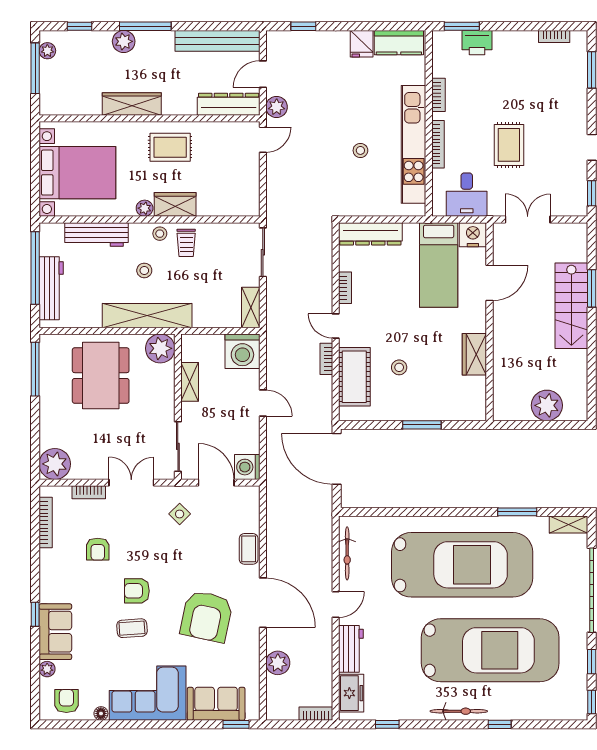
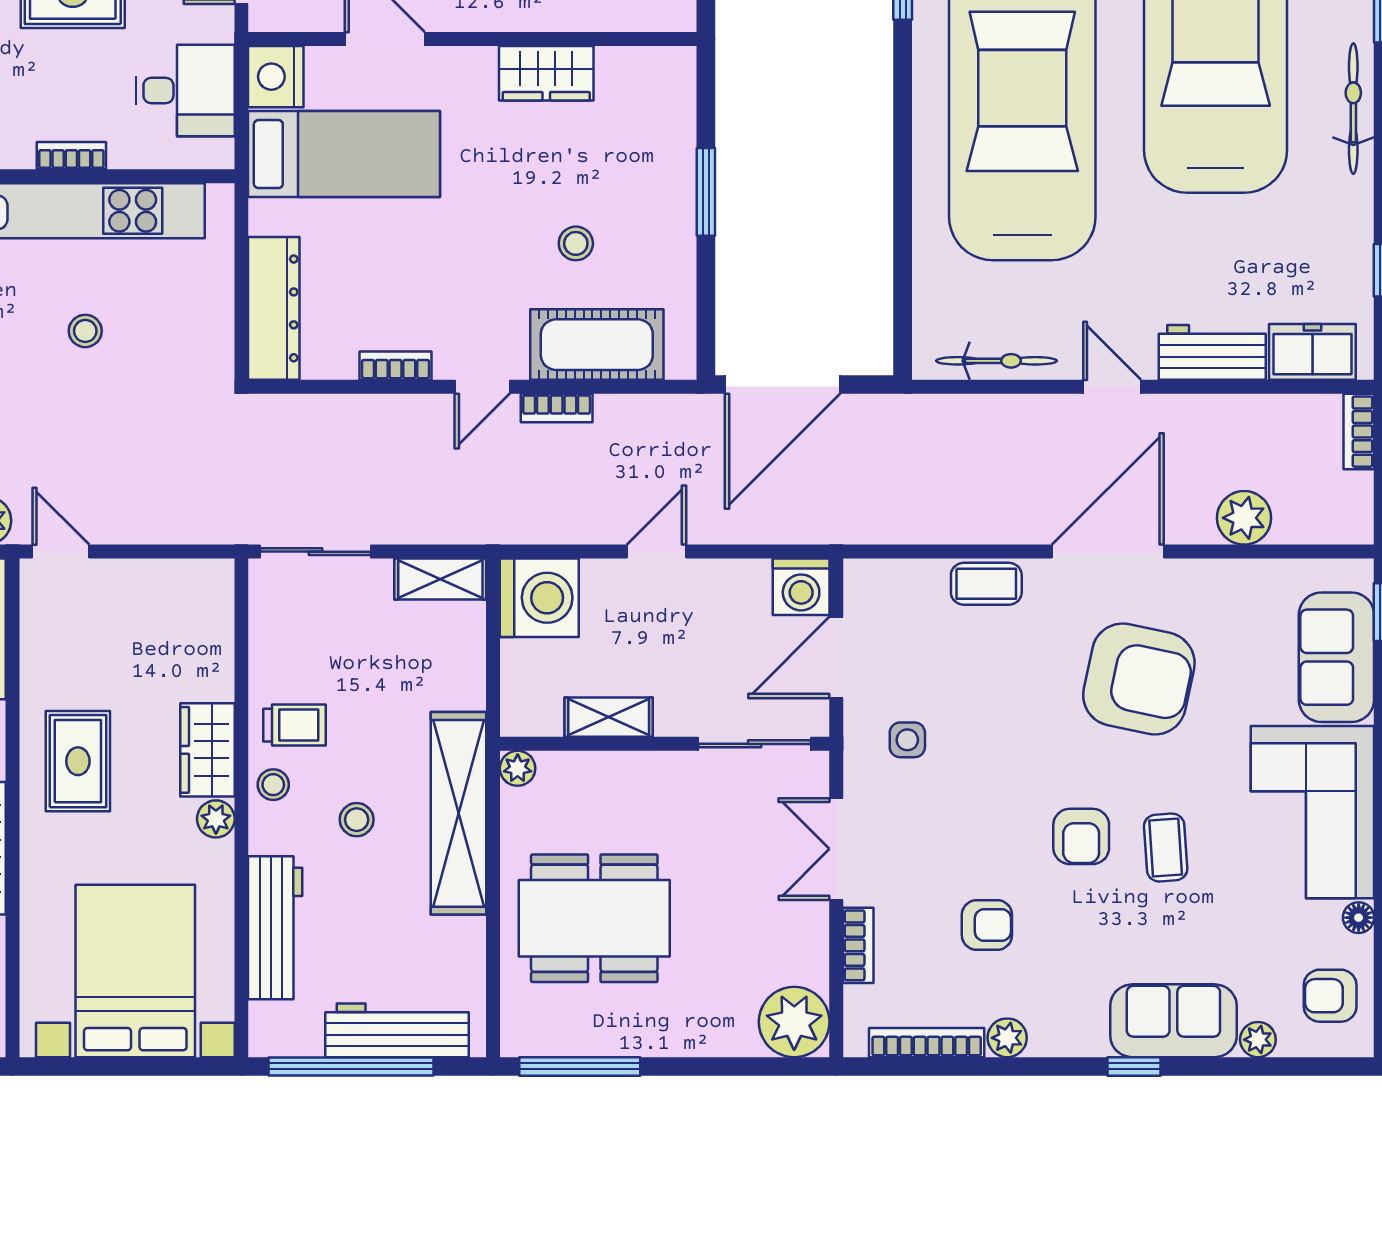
bookcase: (438, 144) -> (71, 156), width x0.64
plant: (160, 348) -> (518, 768), width x0.53, depth x0.53
side table: (180, 514) -> (907, 740), turned 45
plant: (48, 558) -> (1007, 1038), added

